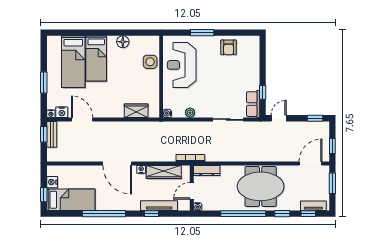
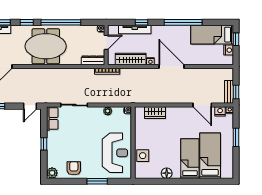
plant: (253, 42) -> (52, 173), added
window: (263, 92) -> (44, 144), moved

